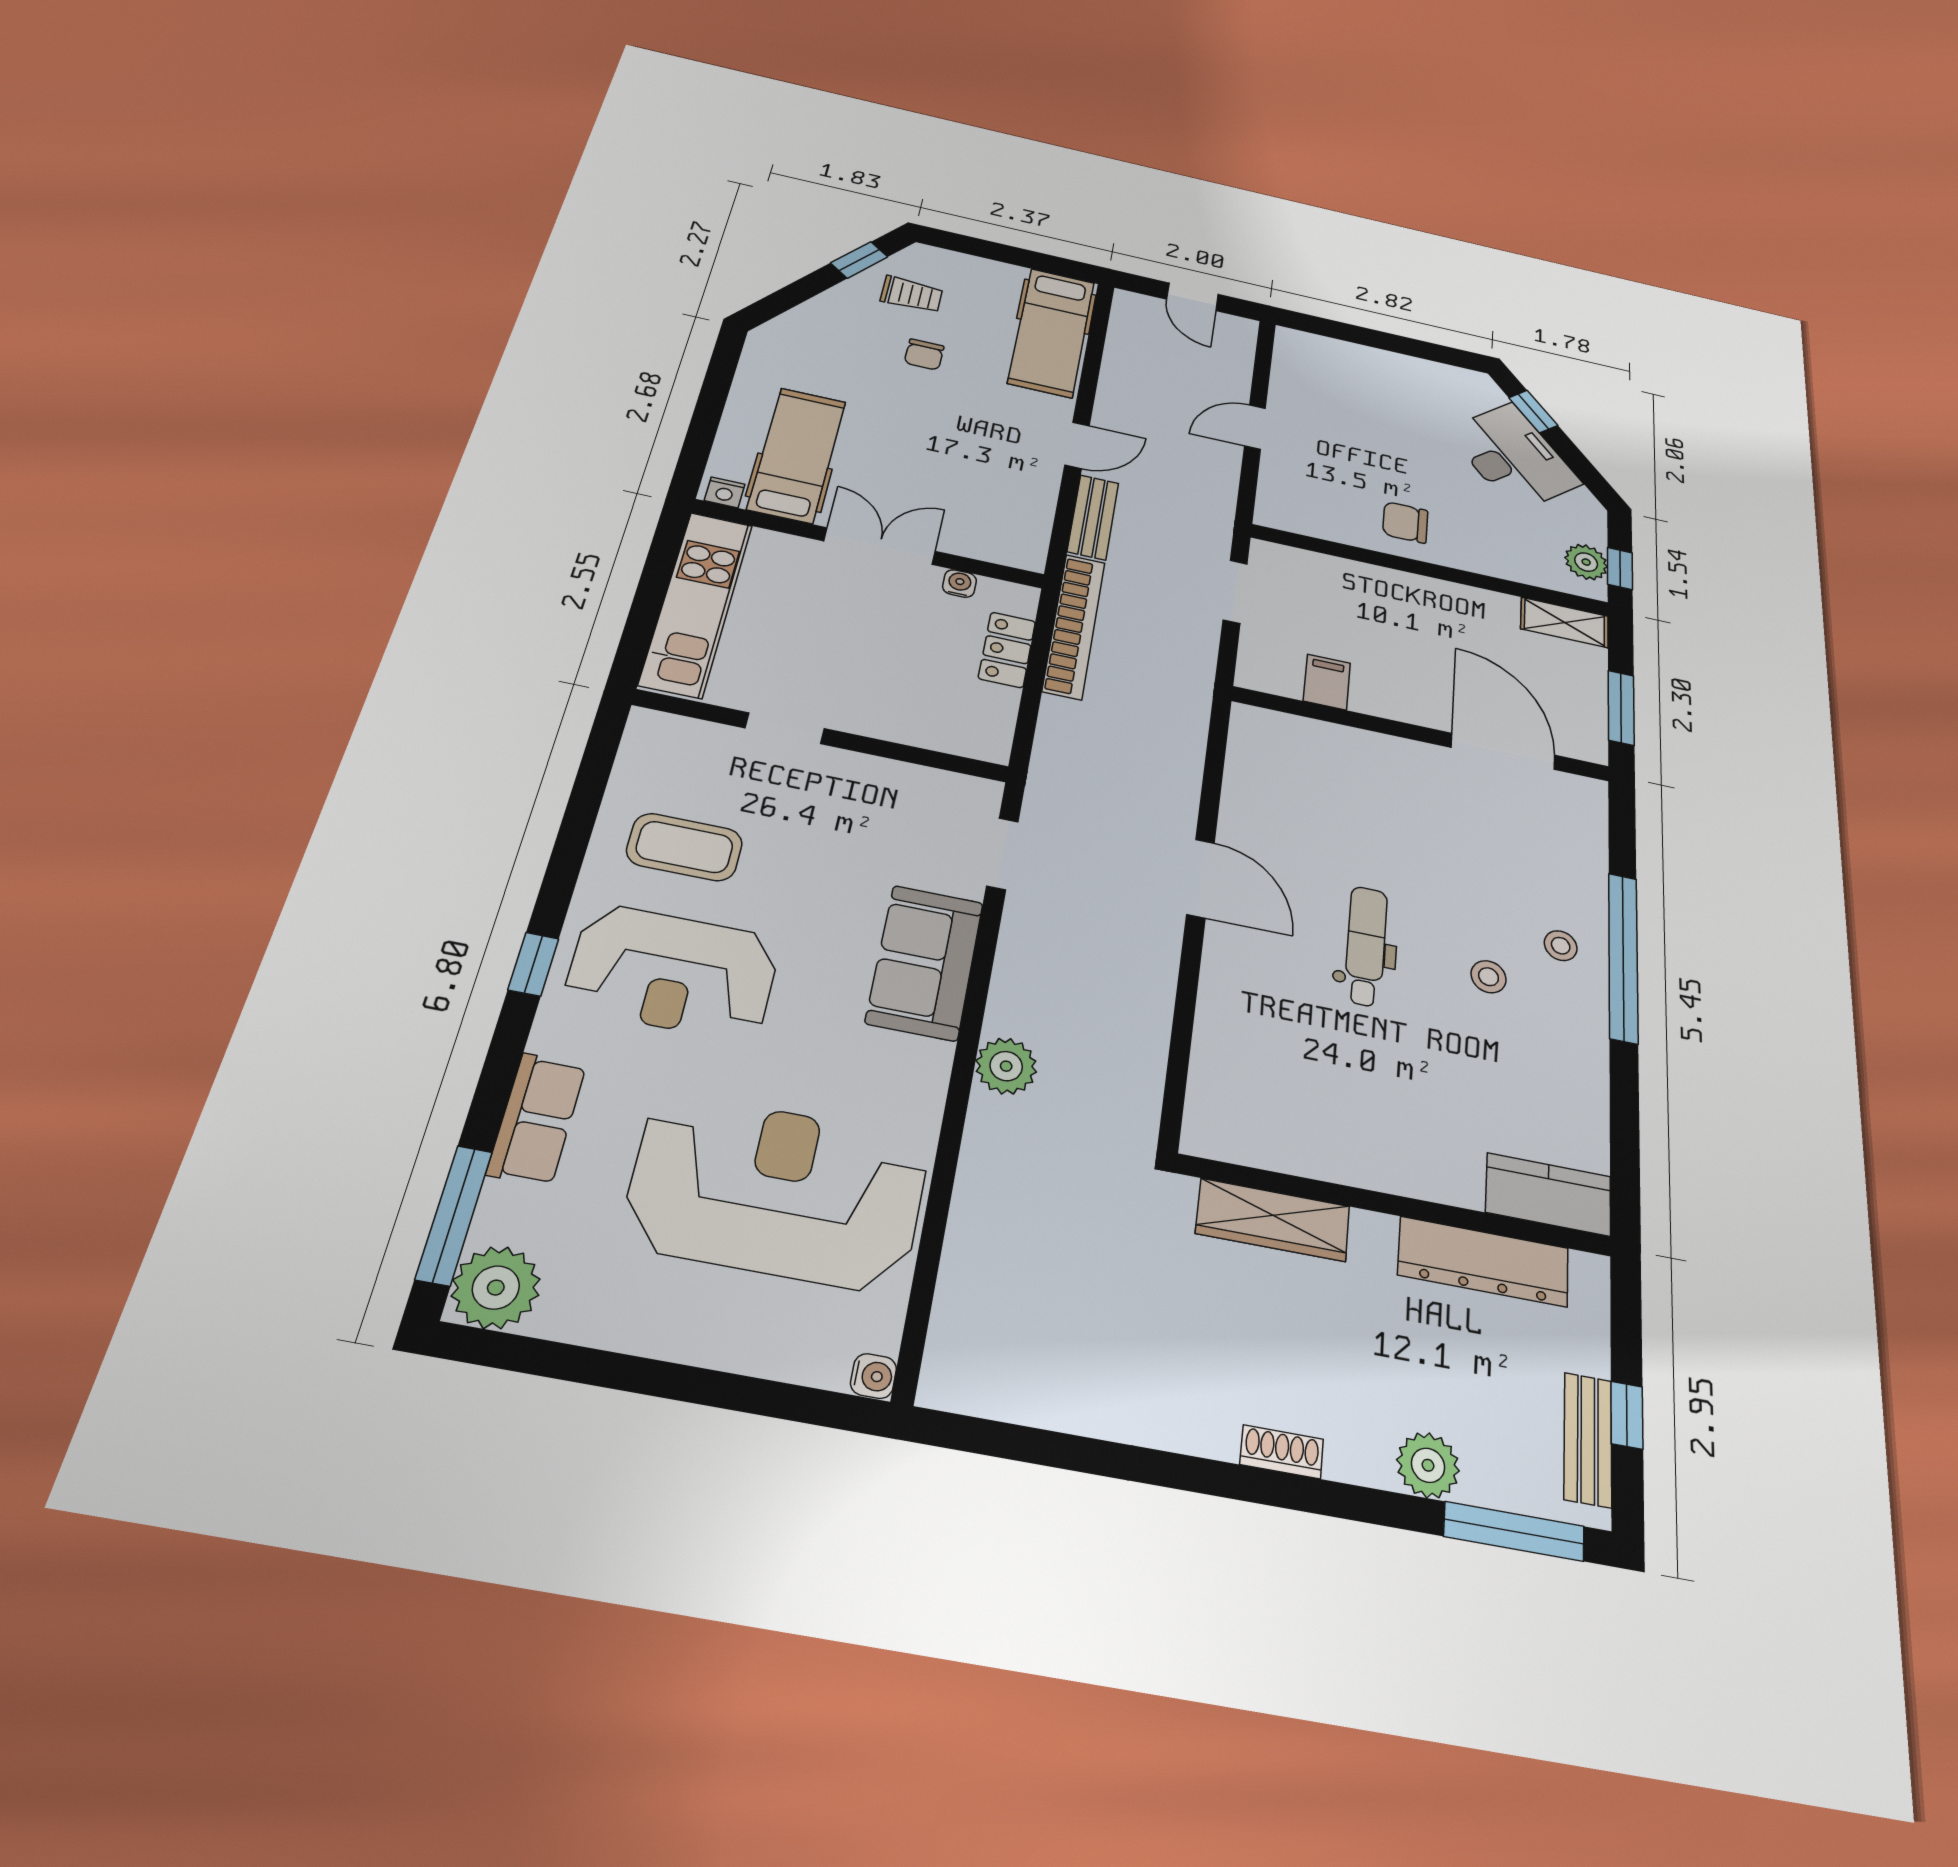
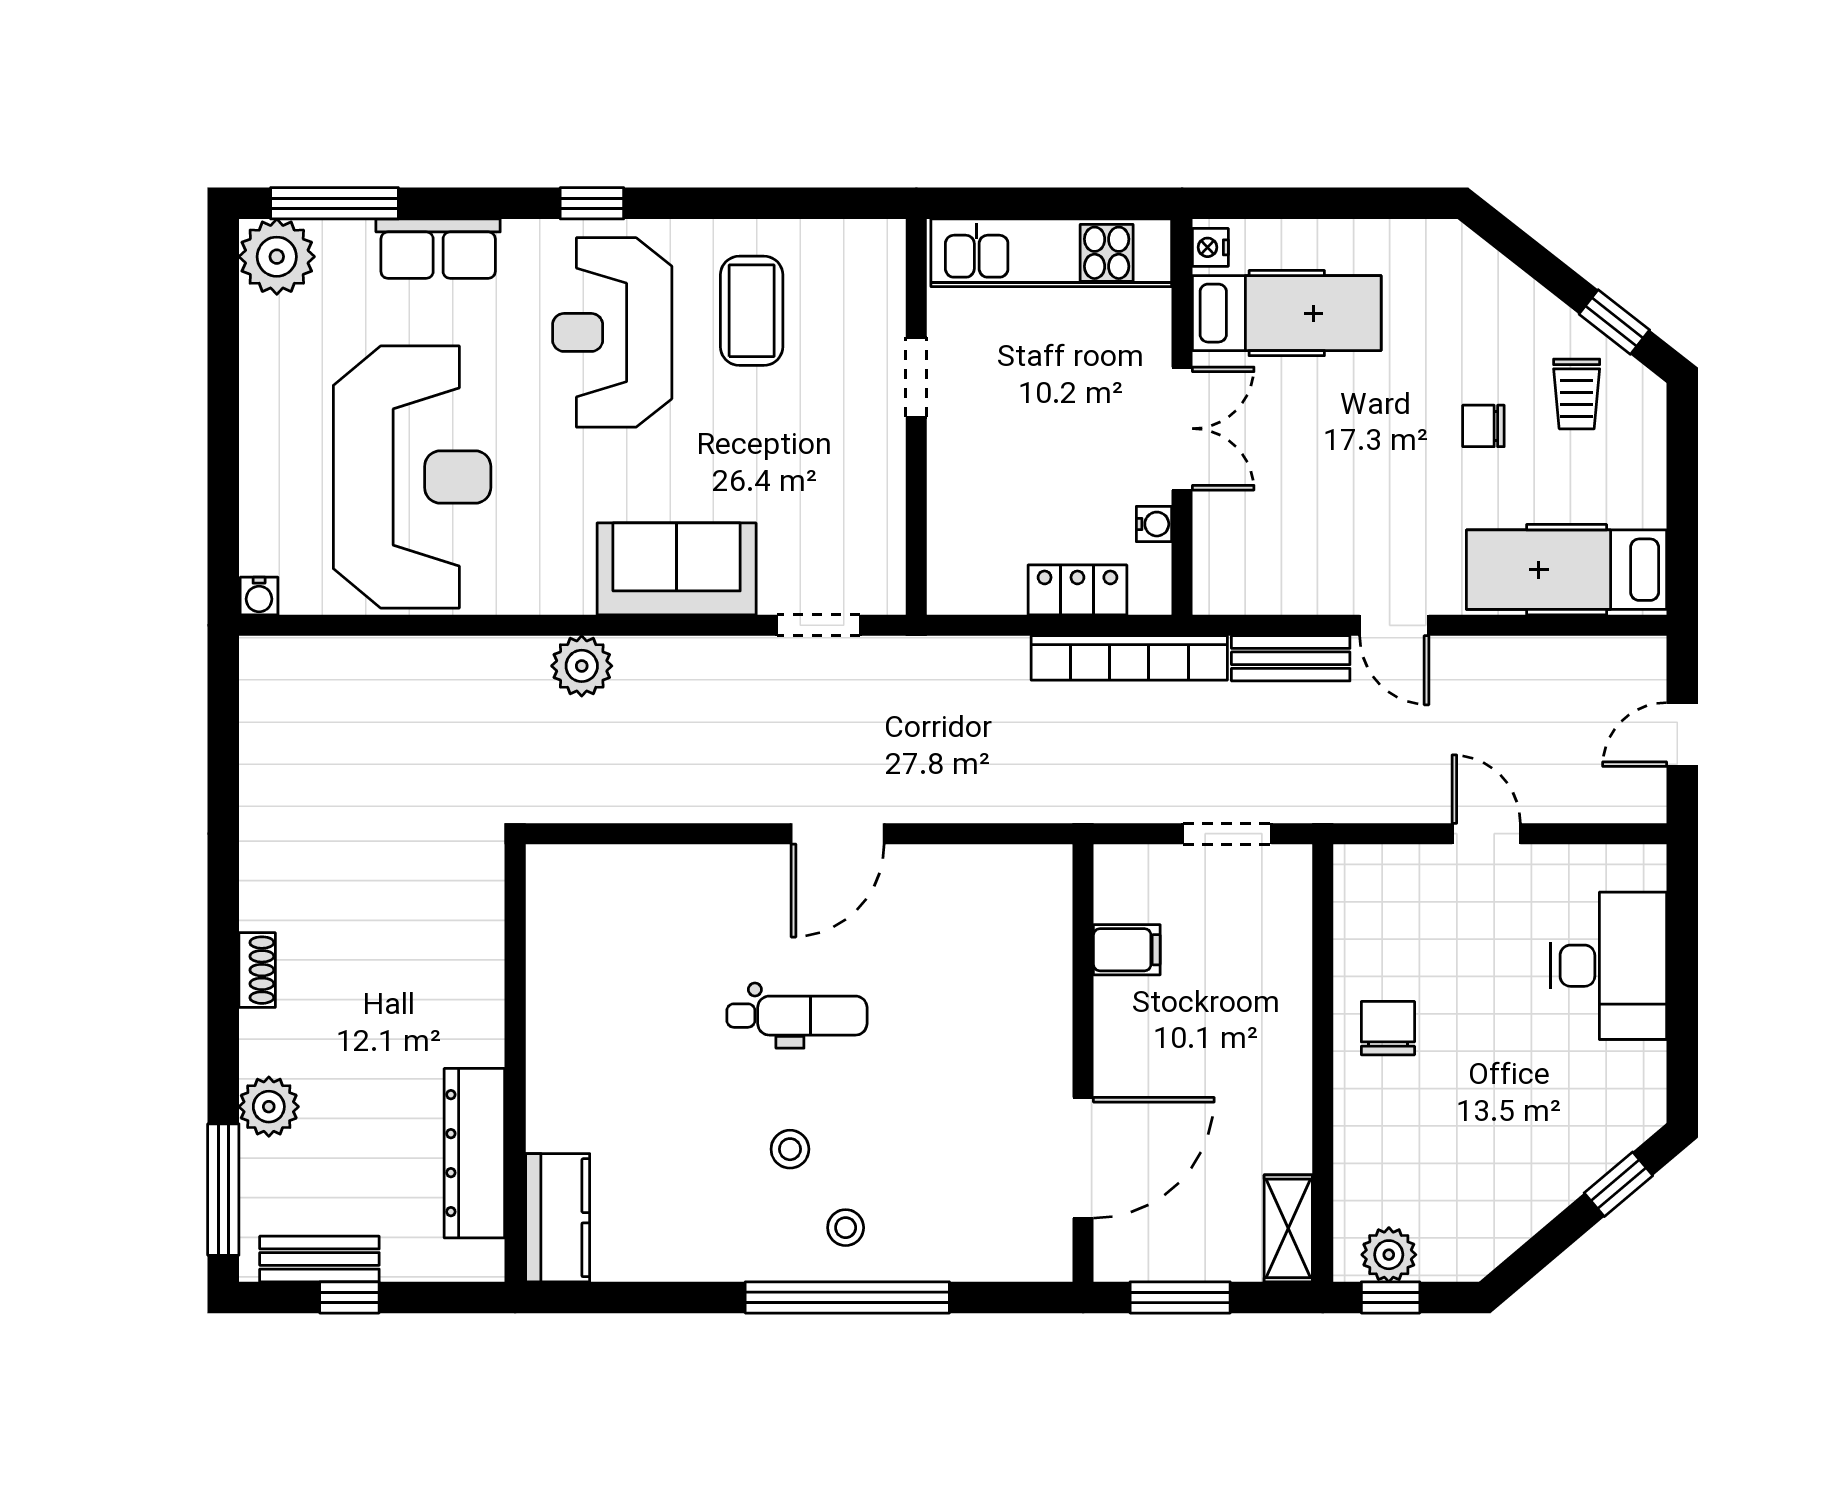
desk: (1513, 457) -> (1609, 966), moved, turned -50
wardrobe: (1273, 1220) -> (476, 943), removed

